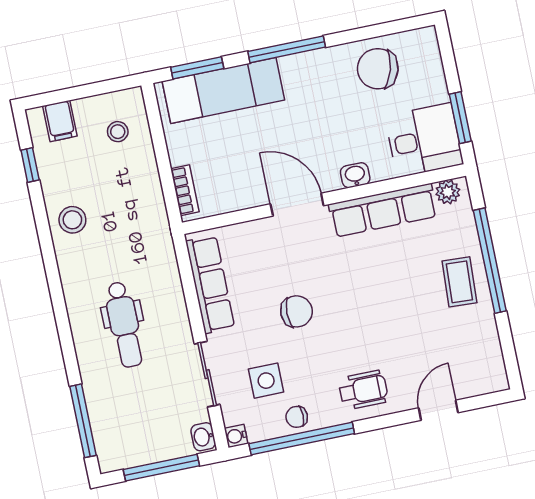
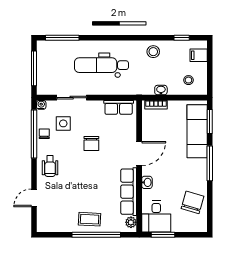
row of seats: (210, 284) -> (119, 107), width x0.68
dental chair: (124, 324) -> (102, 65), width x1.36, depth x1.38
door: (438, 410) -> (34, 198), swing flipped
washbasin: (203, 437) -> (161, 90), moved

